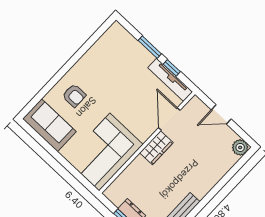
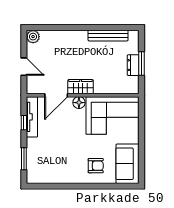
window: (150, 47) -> (24, 159), moved
armchair: (74, 95) -> (96, 166), turned 90
floor lamp: (144, 133) -> (79, 103), added

